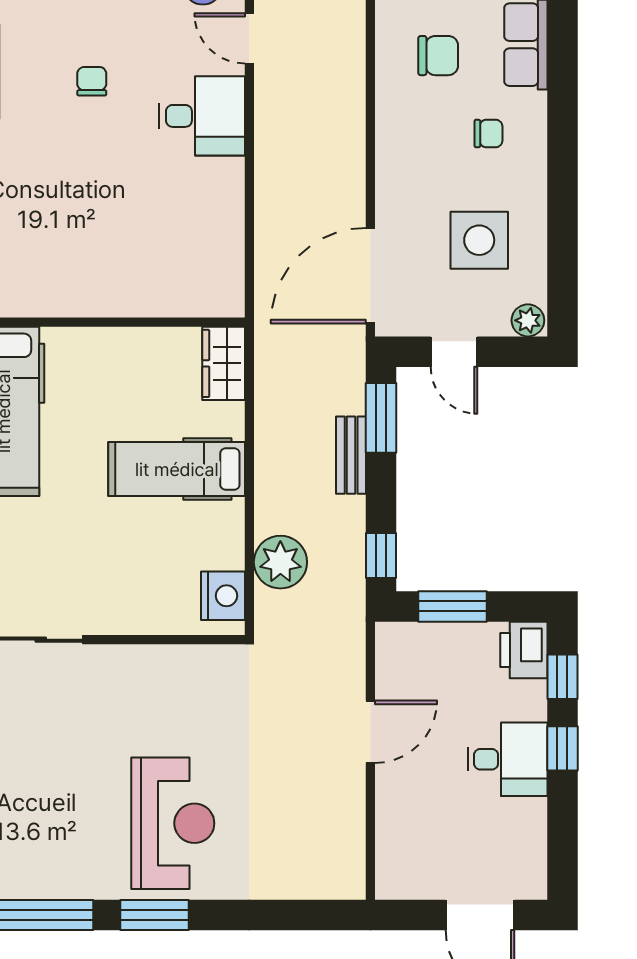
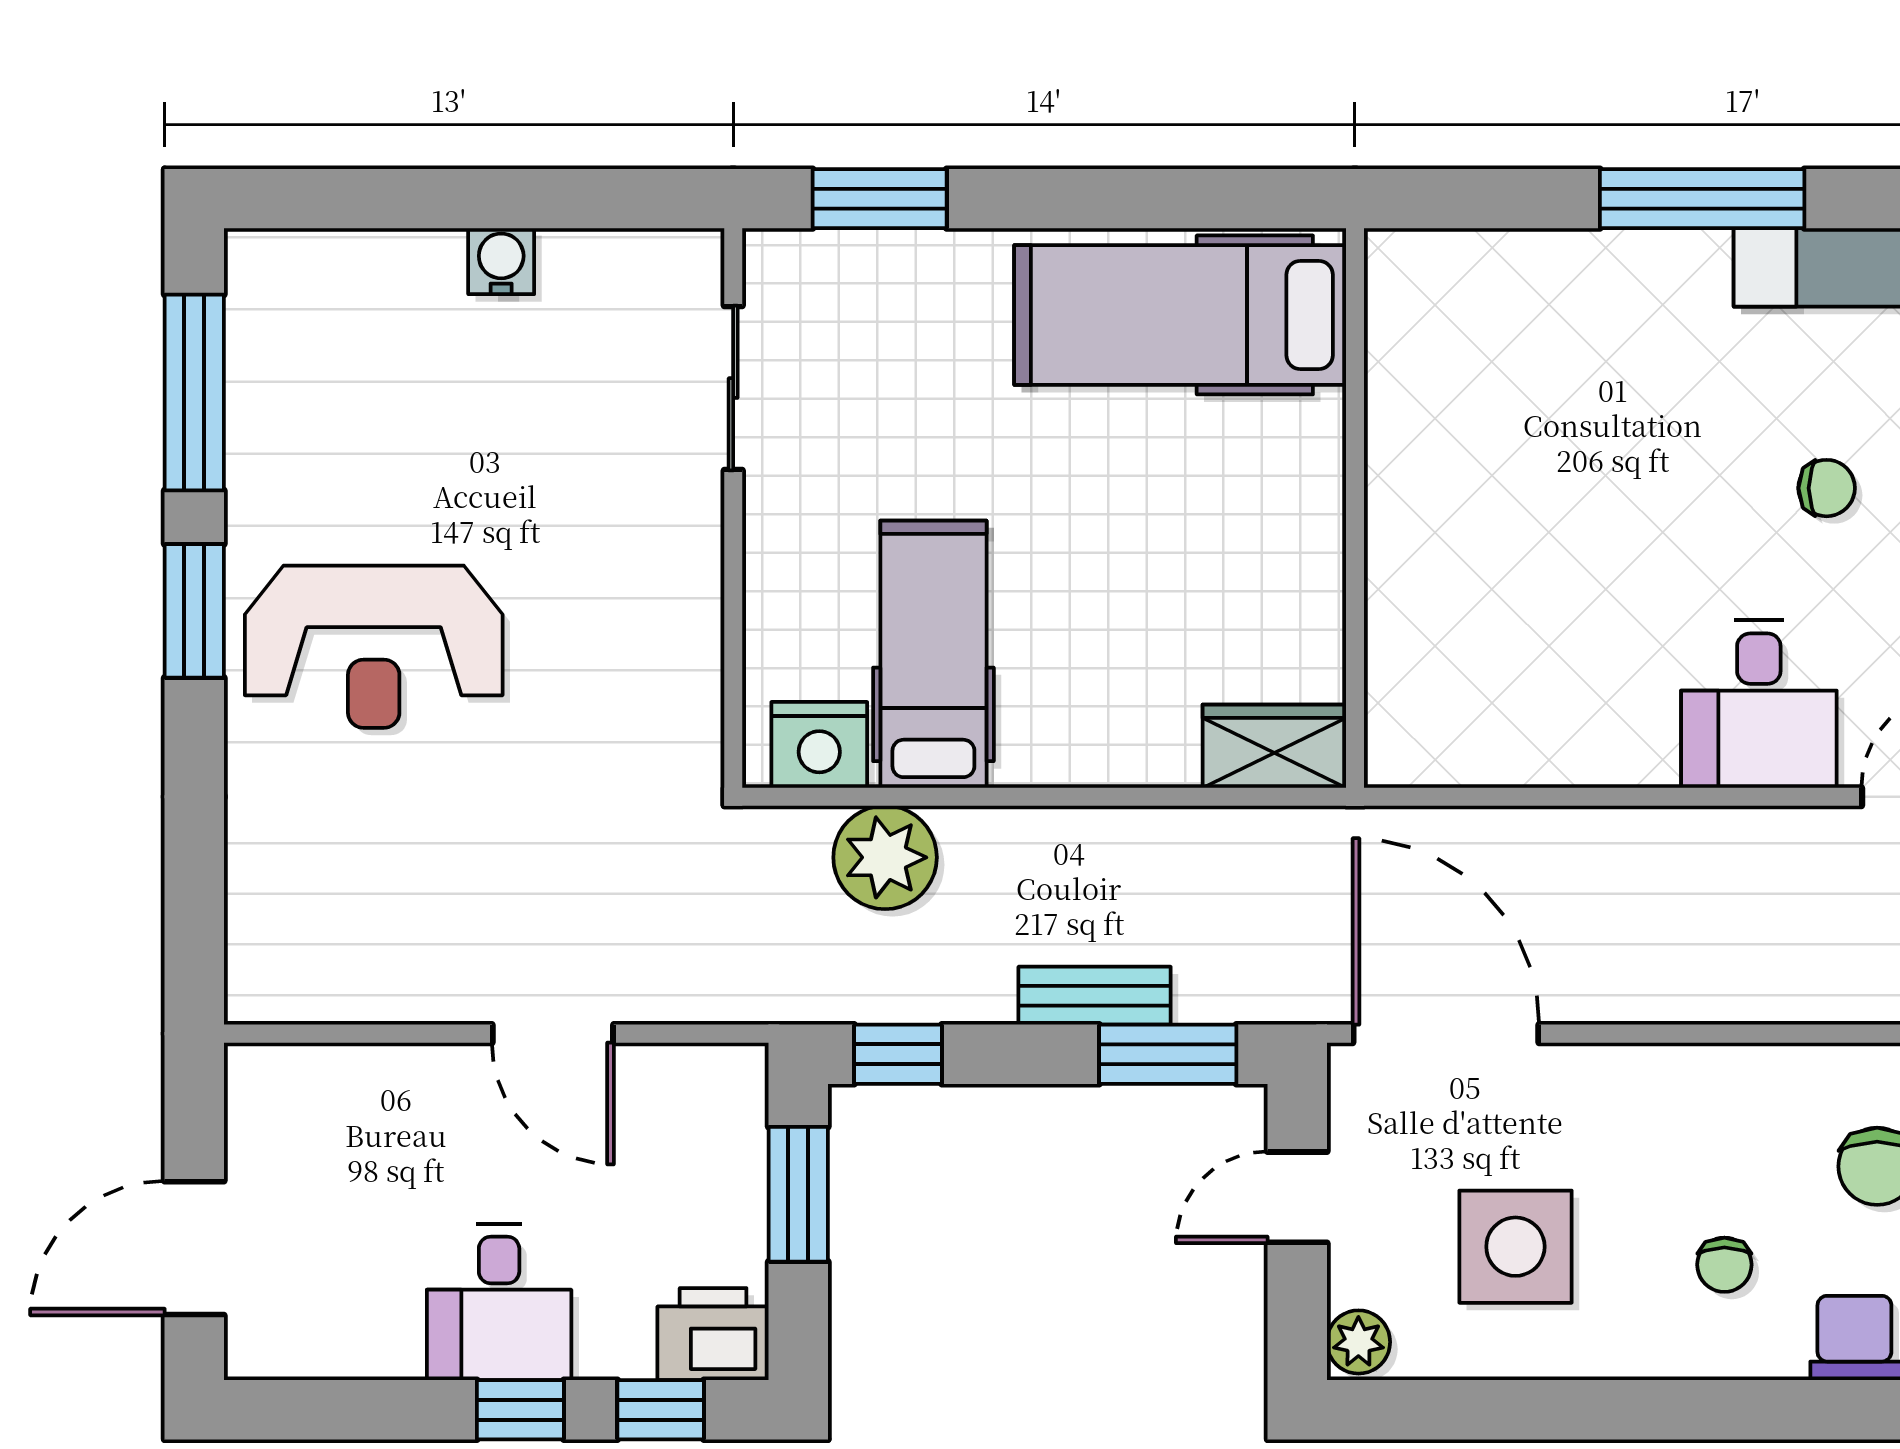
hospital bed: (177, 469) -> (933, 654), moved

